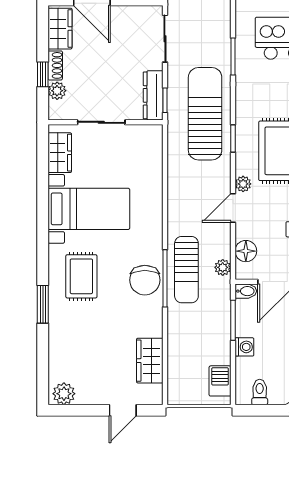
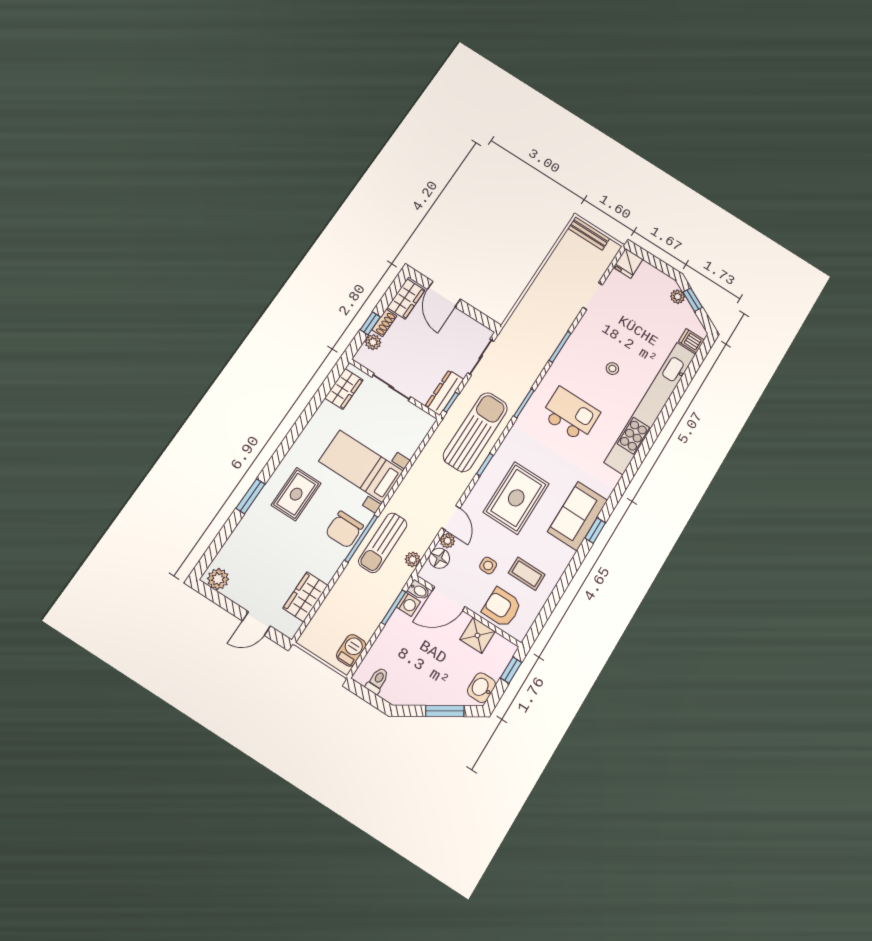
plant: (243, 184) -> (447, 541), moved
door: (233, 208) -> (451, 518), swing flipped
bed with nightstands: (89, 209) -> (361, 466), moved, turned 180
washing machine: (244, 347) -> (408, 604), moved

